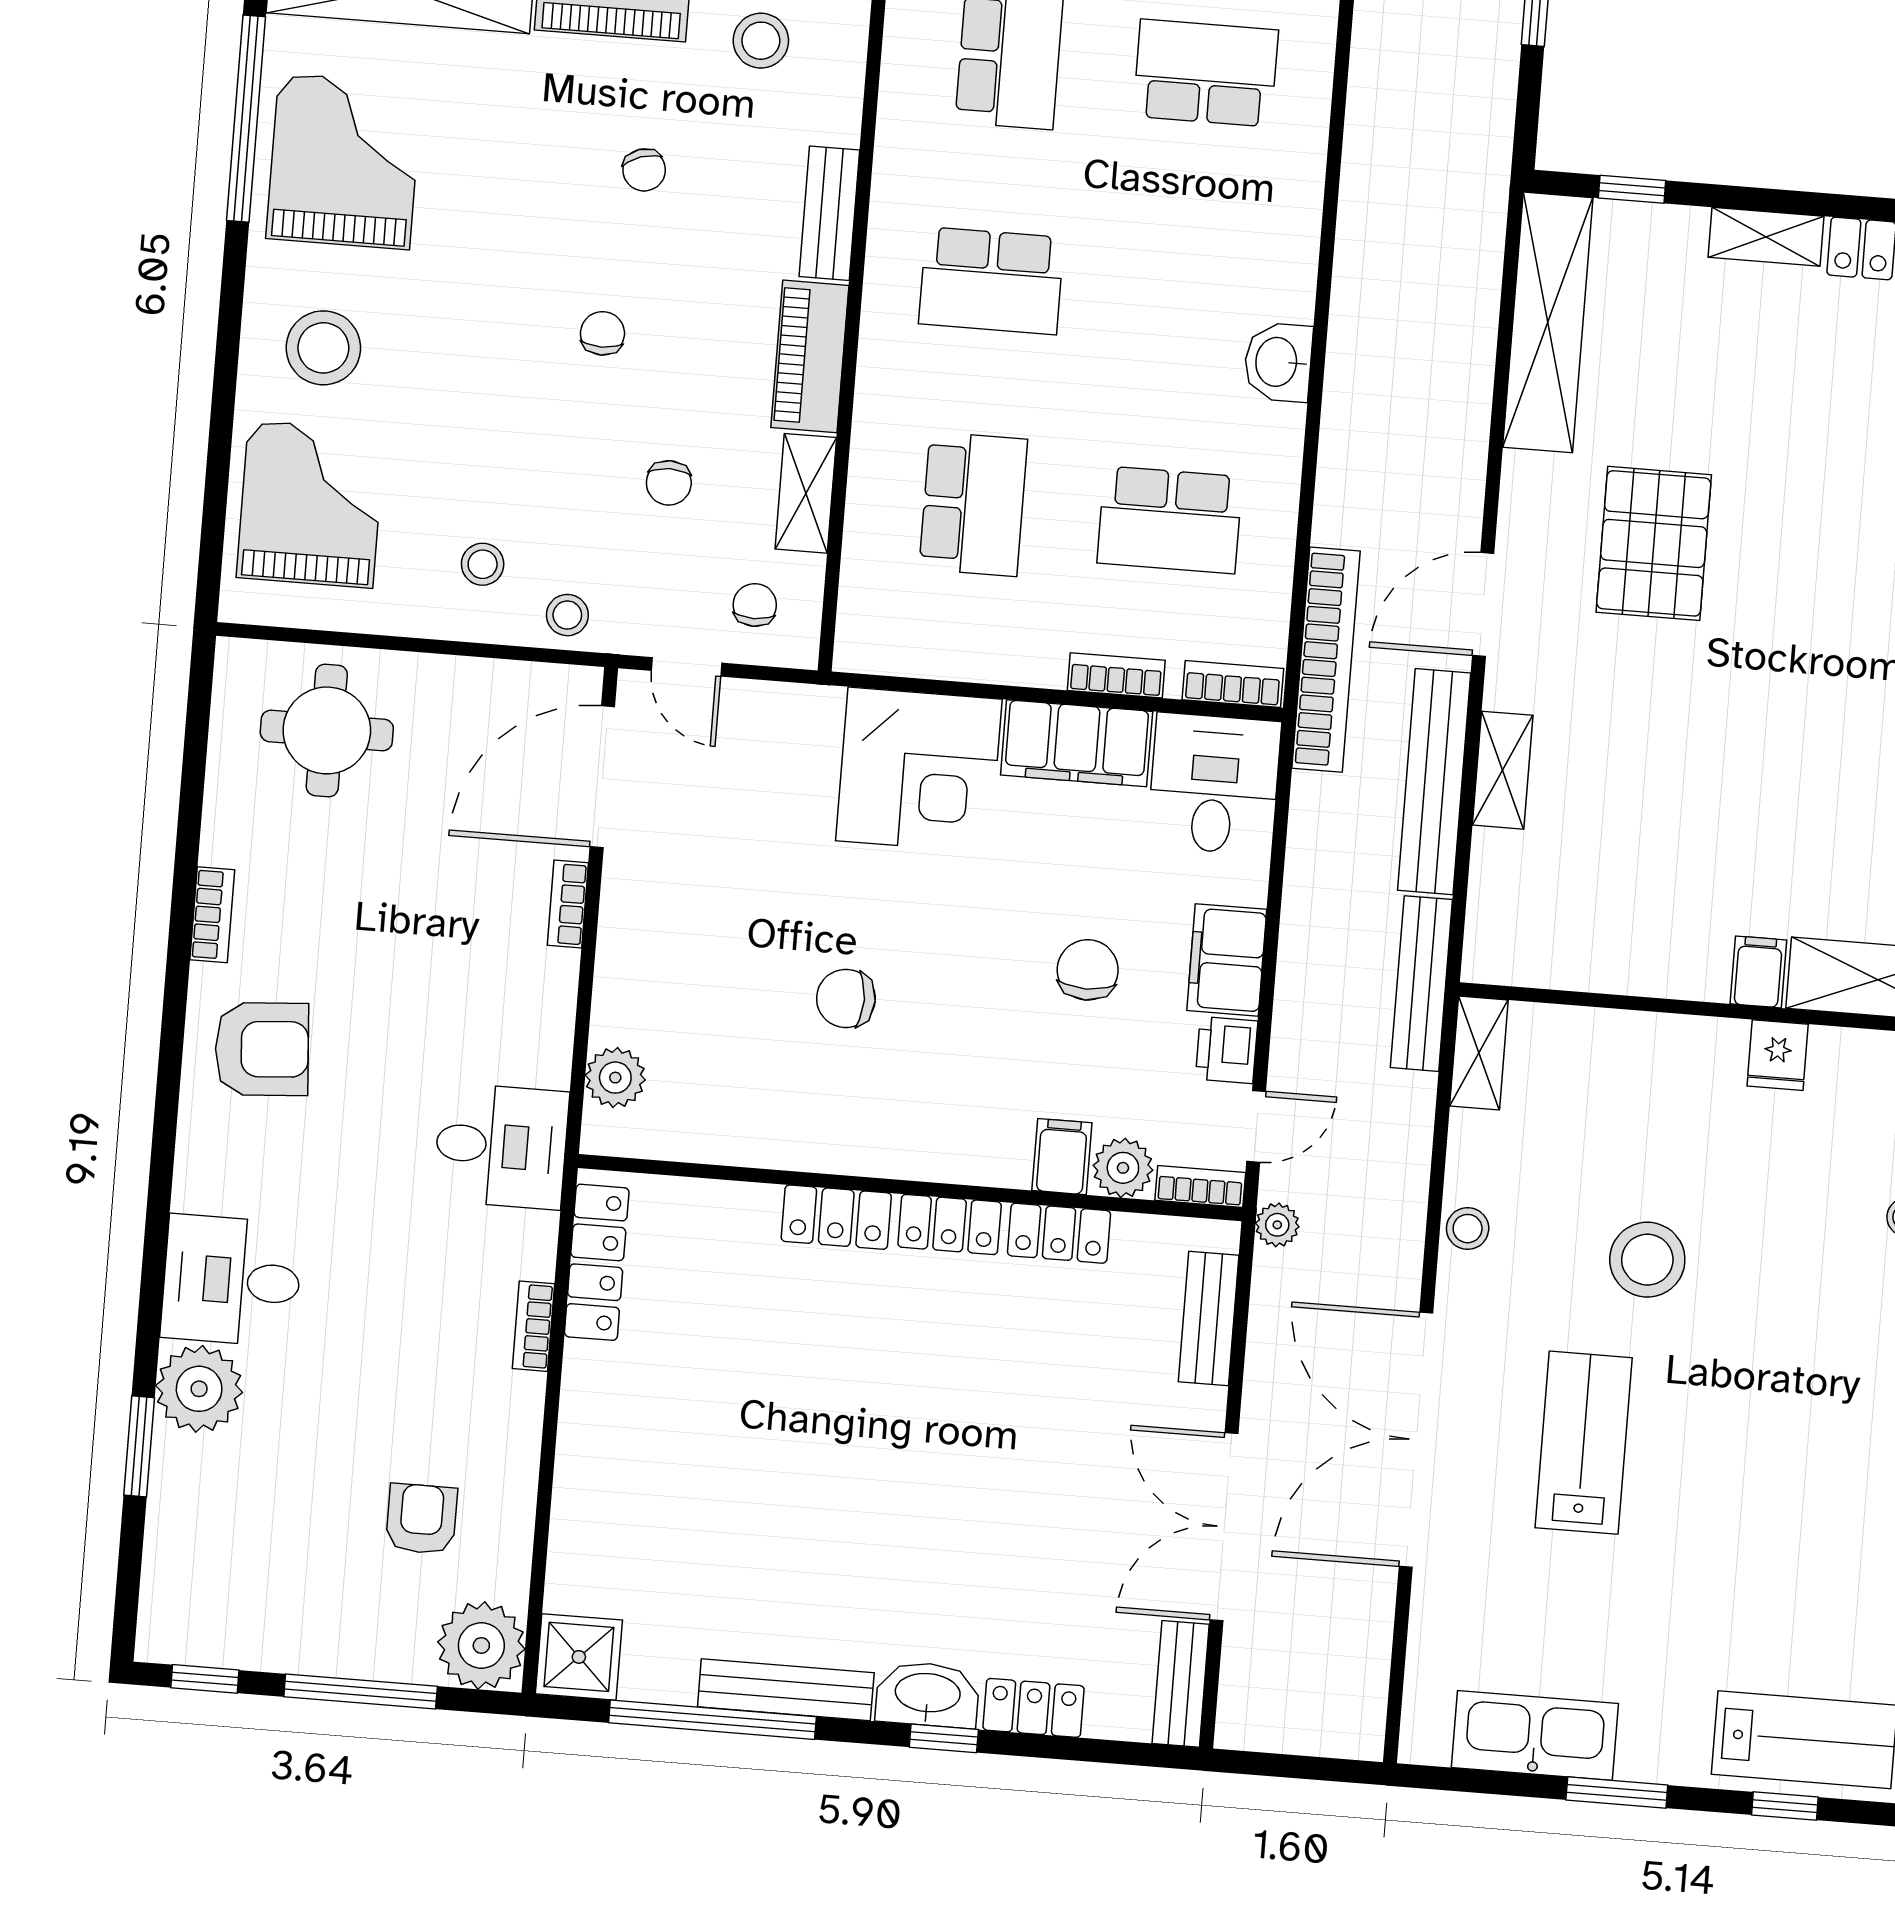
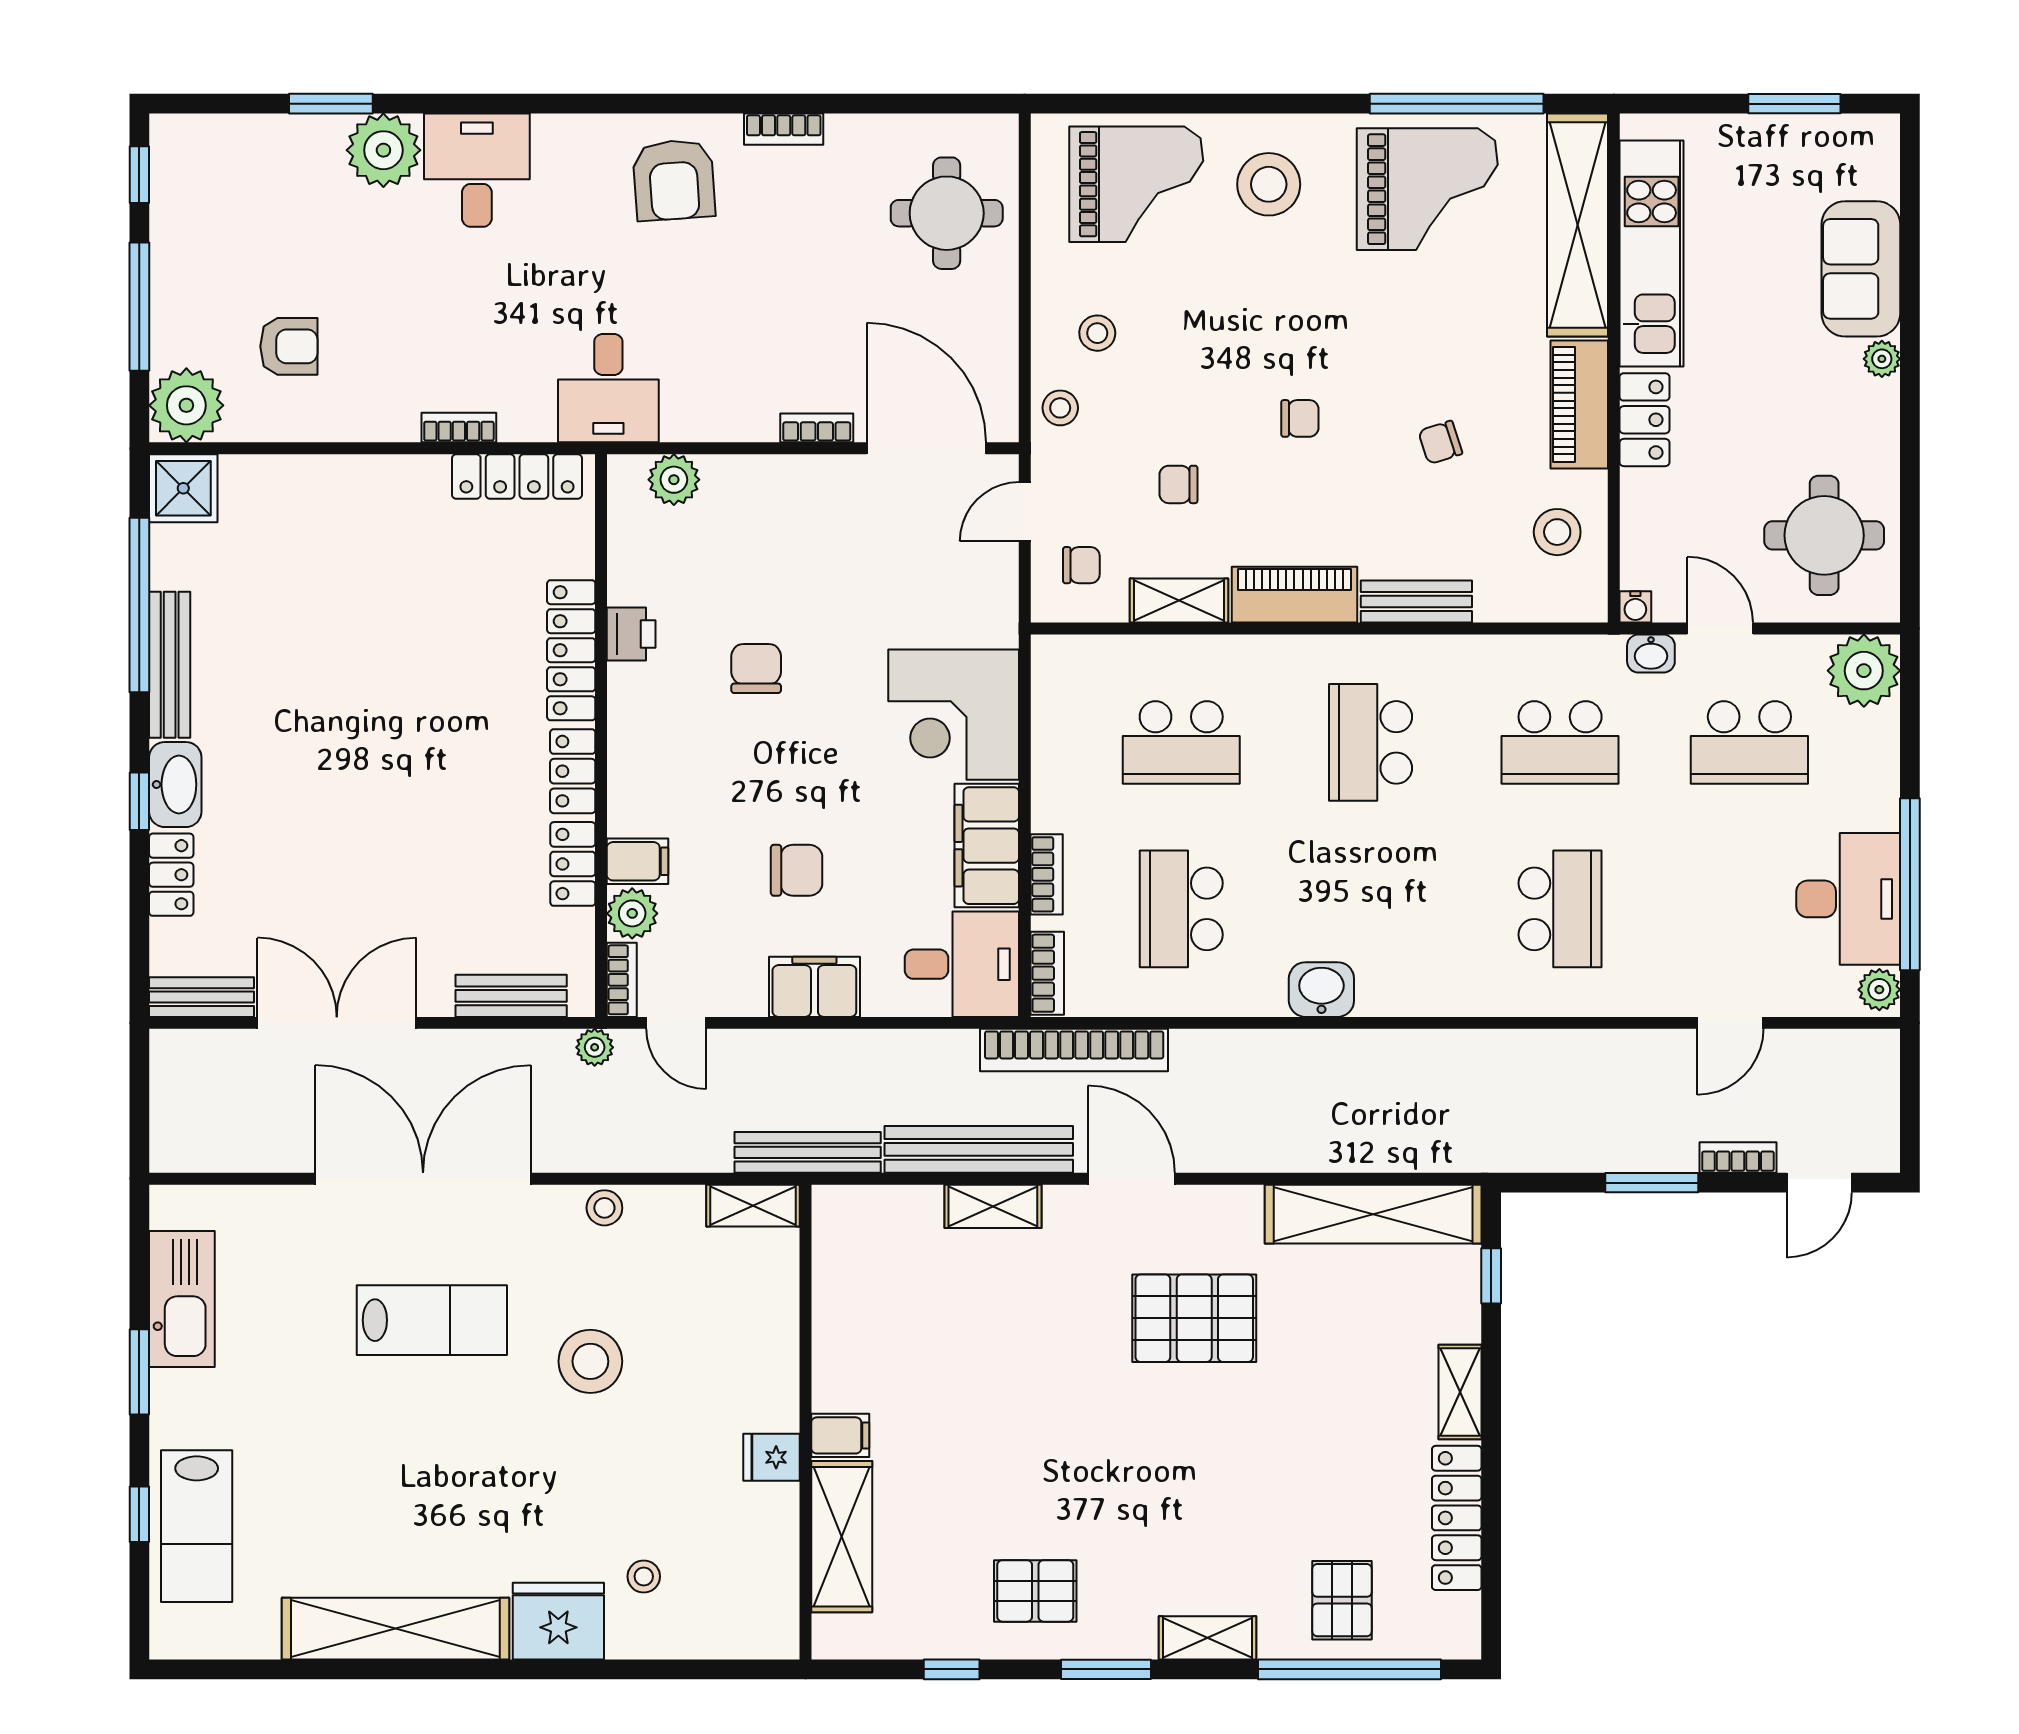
printer: (1227, 1050) -> (631, 634), moved, turned 90
locker: (836, 1217) -> (571, 650), width x1.53

